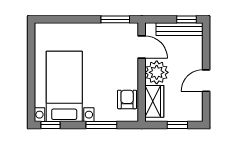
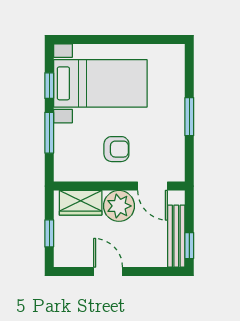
window: (115, 19) -> (189, 117), moved
door: (142, 47) -> (153, 186), hinge flipped
armchair: (127, 99) -> (116, 149), moved
window: (50, 125) -> (49, 86), moved

